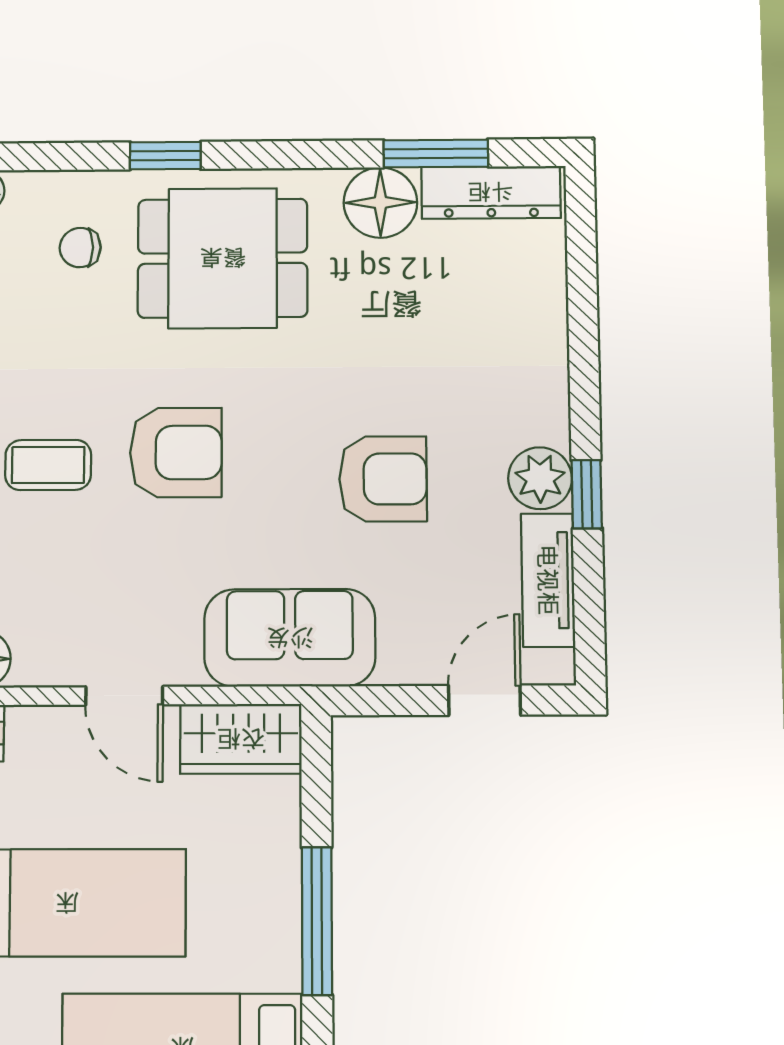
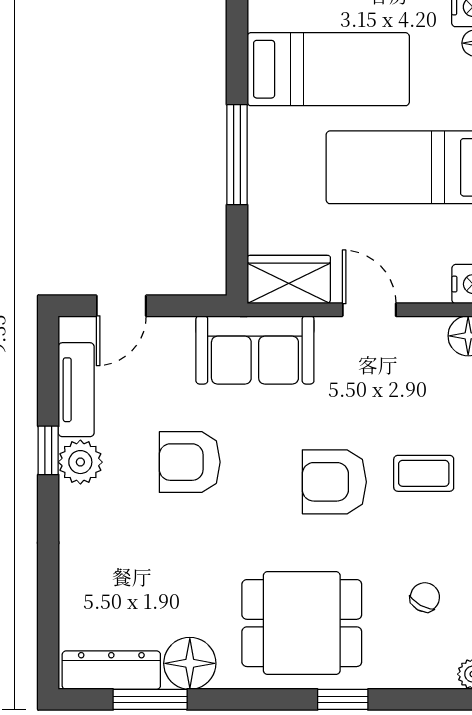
chair: (80, 248) -> (425, 597), moved, turned -61

